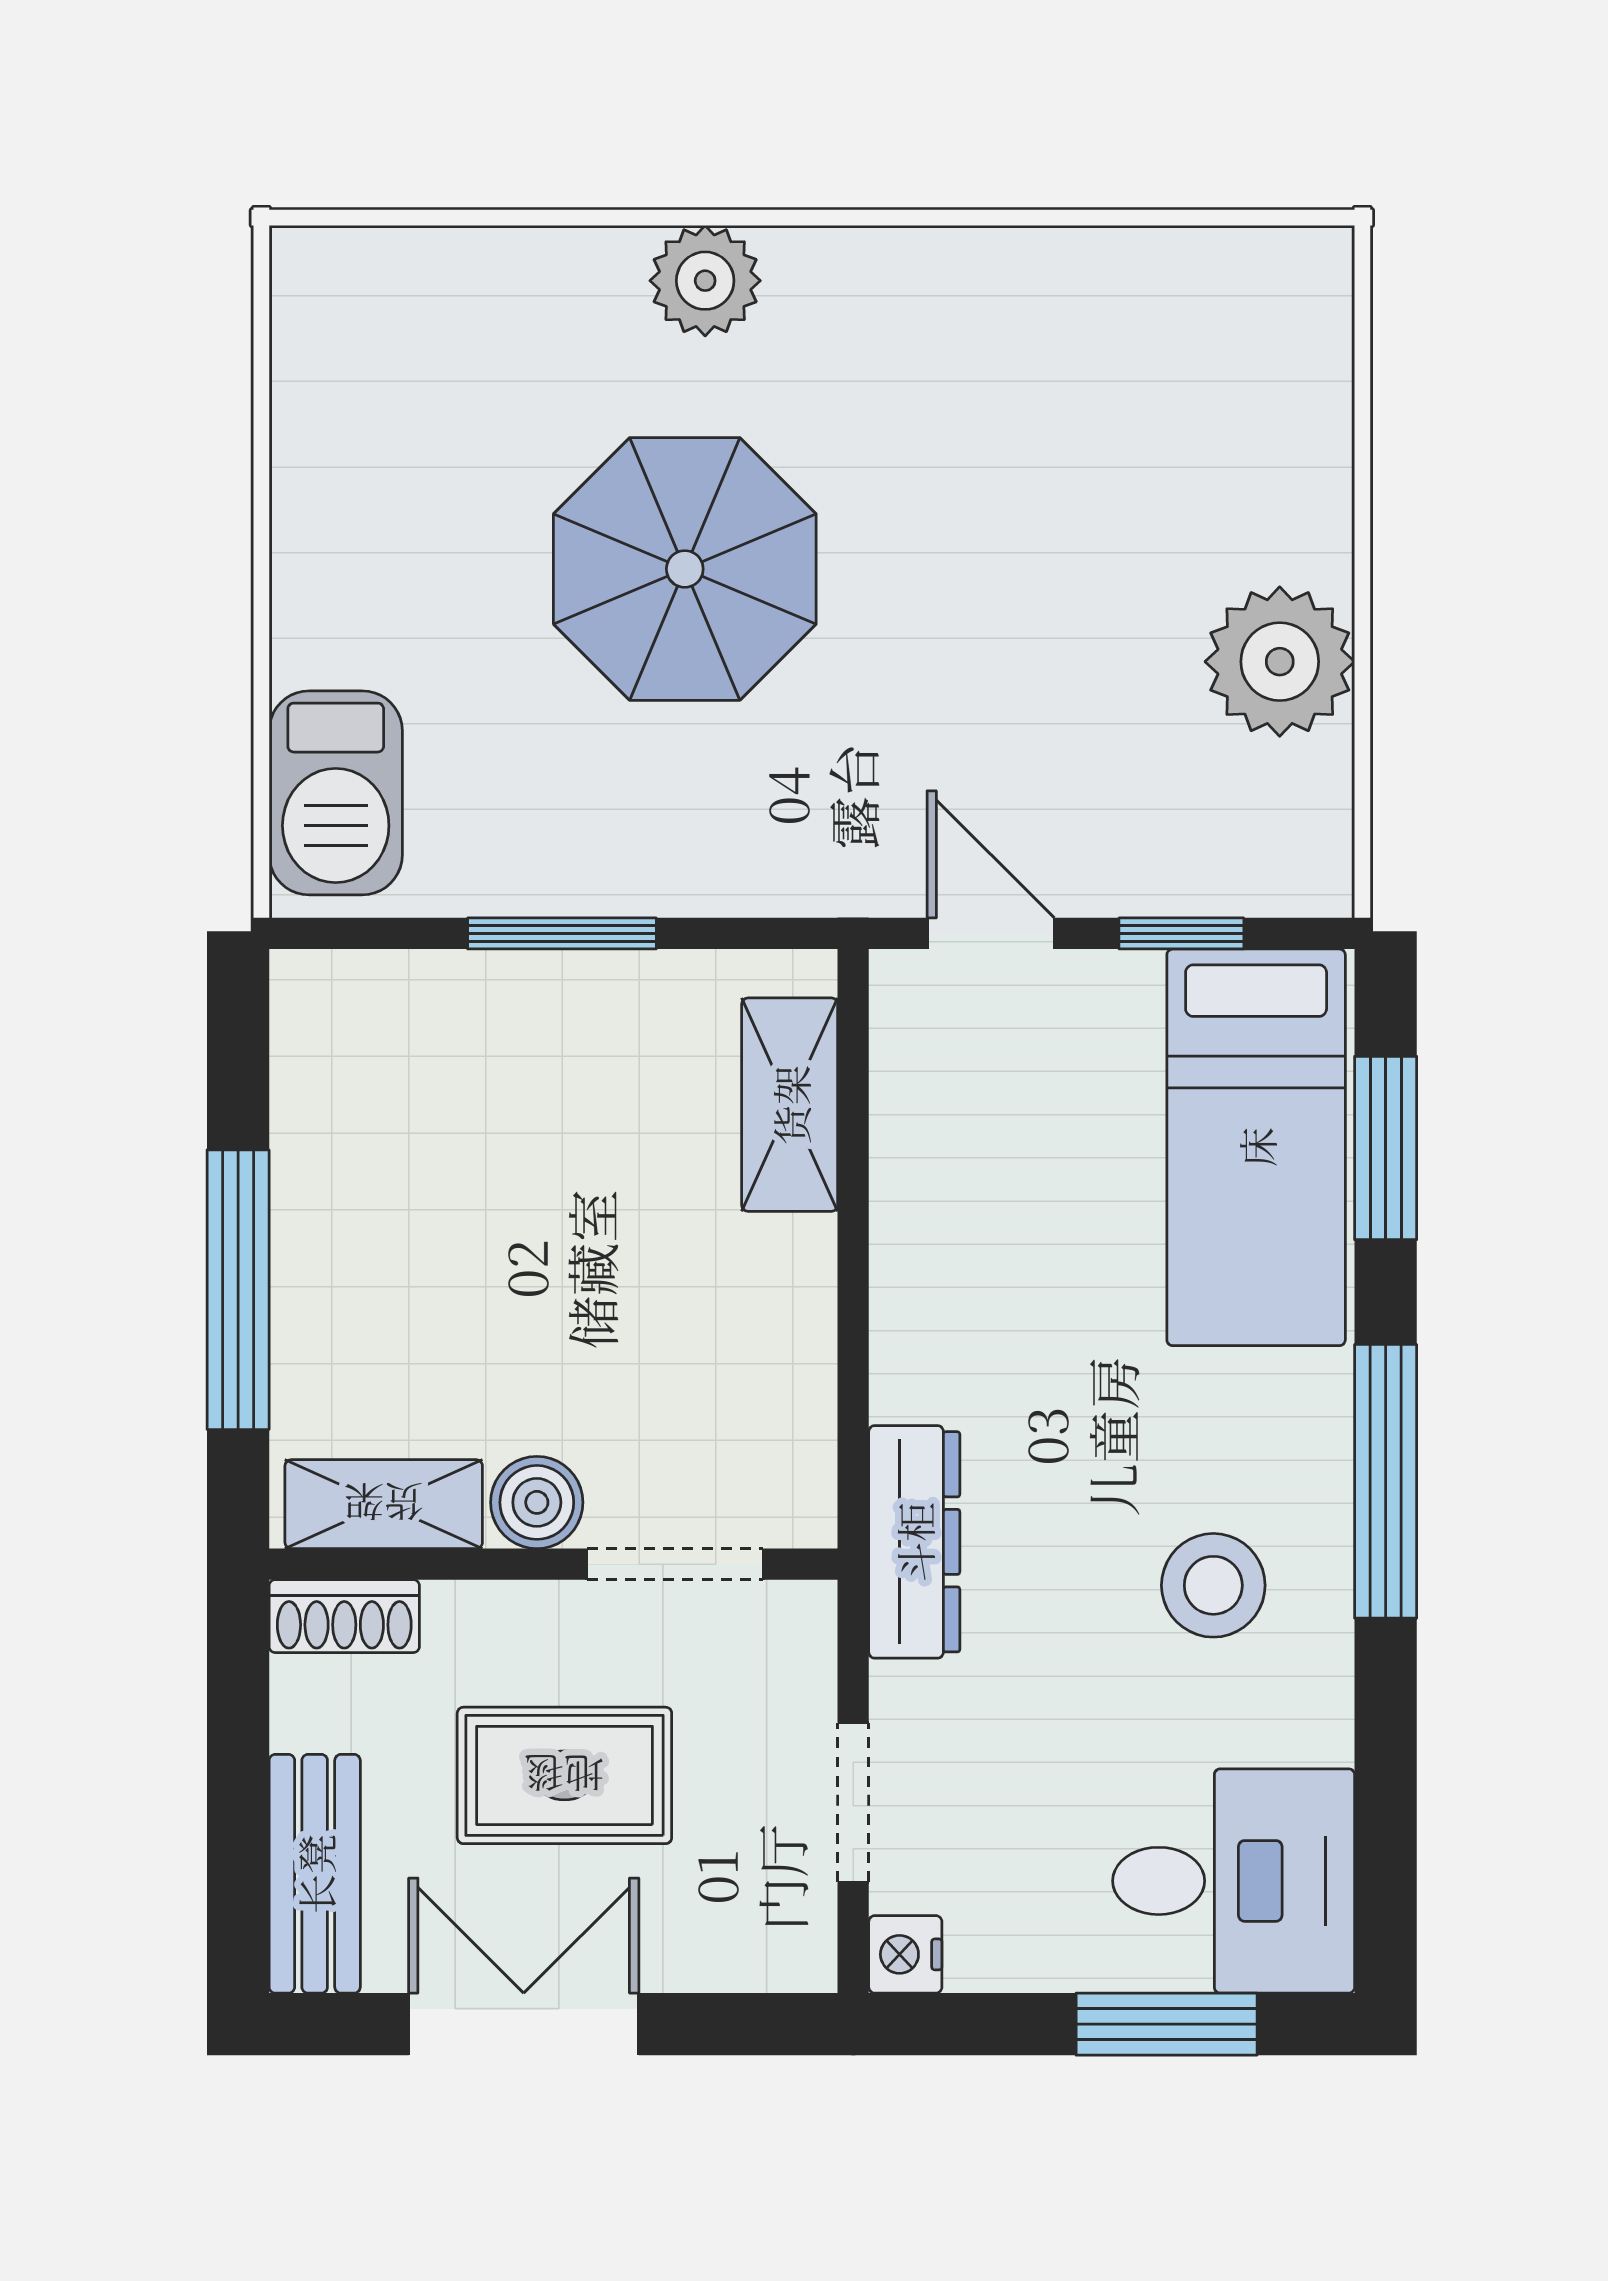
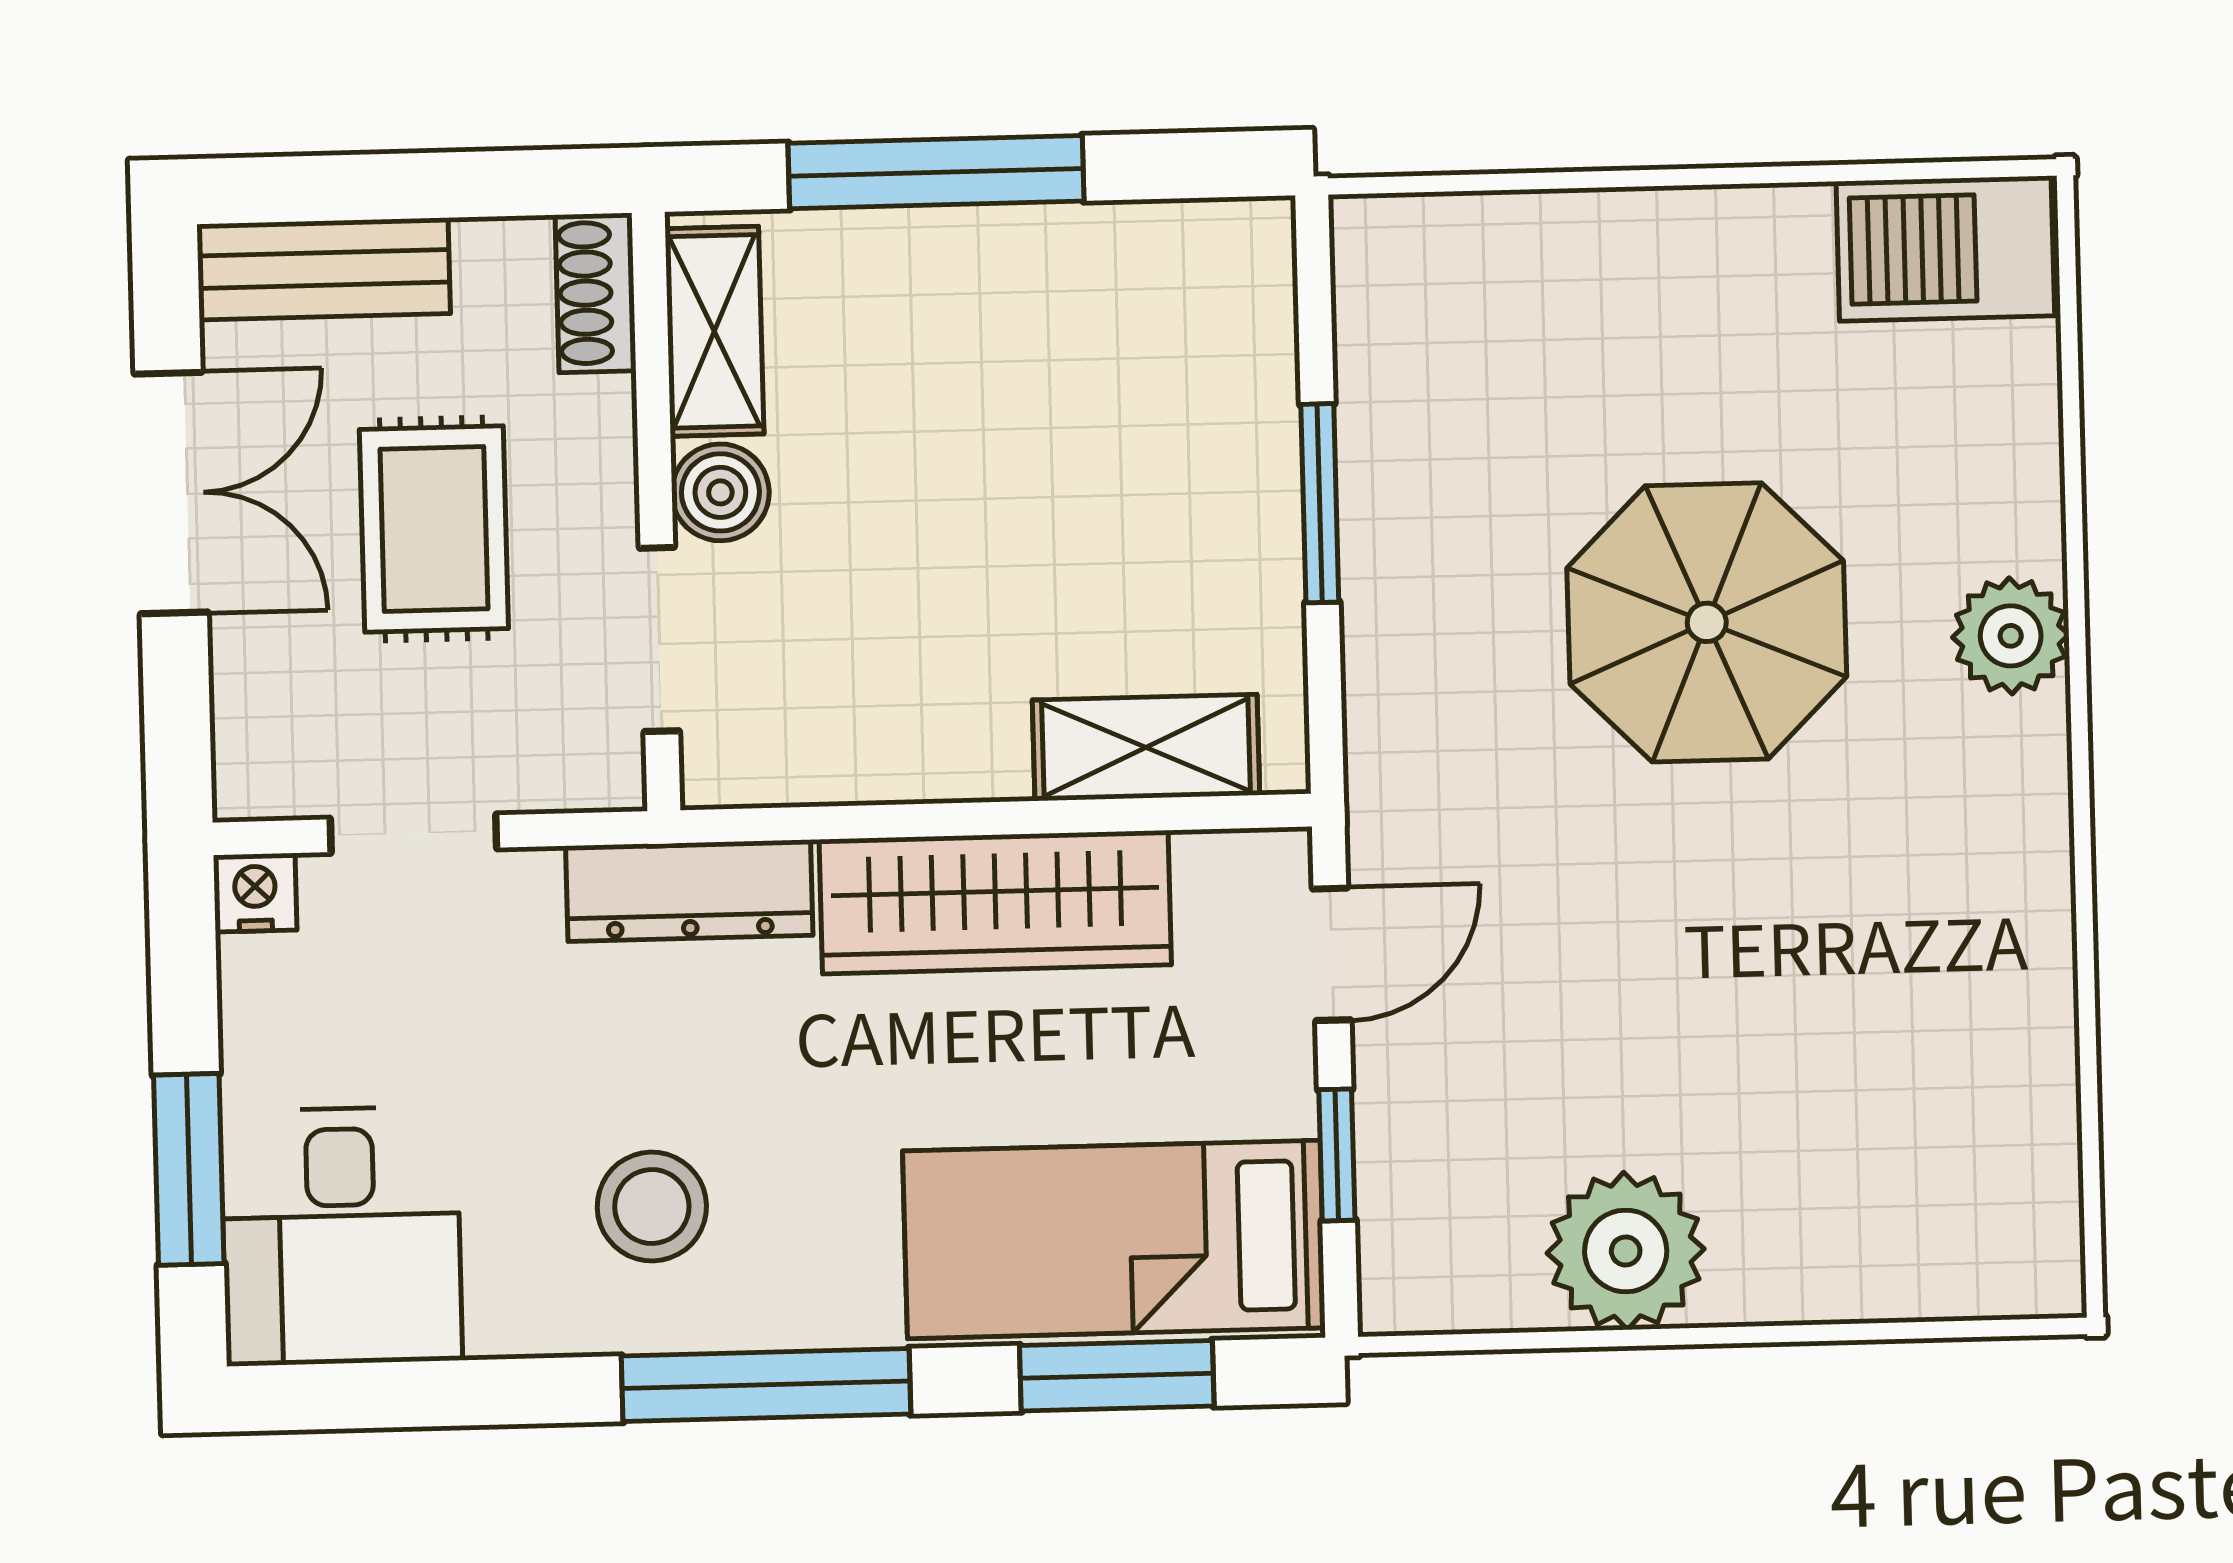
barbecue: (336, 793) -> (1945, 249), moved
wardrobe: (933, 1252) -> (995, 902), added

